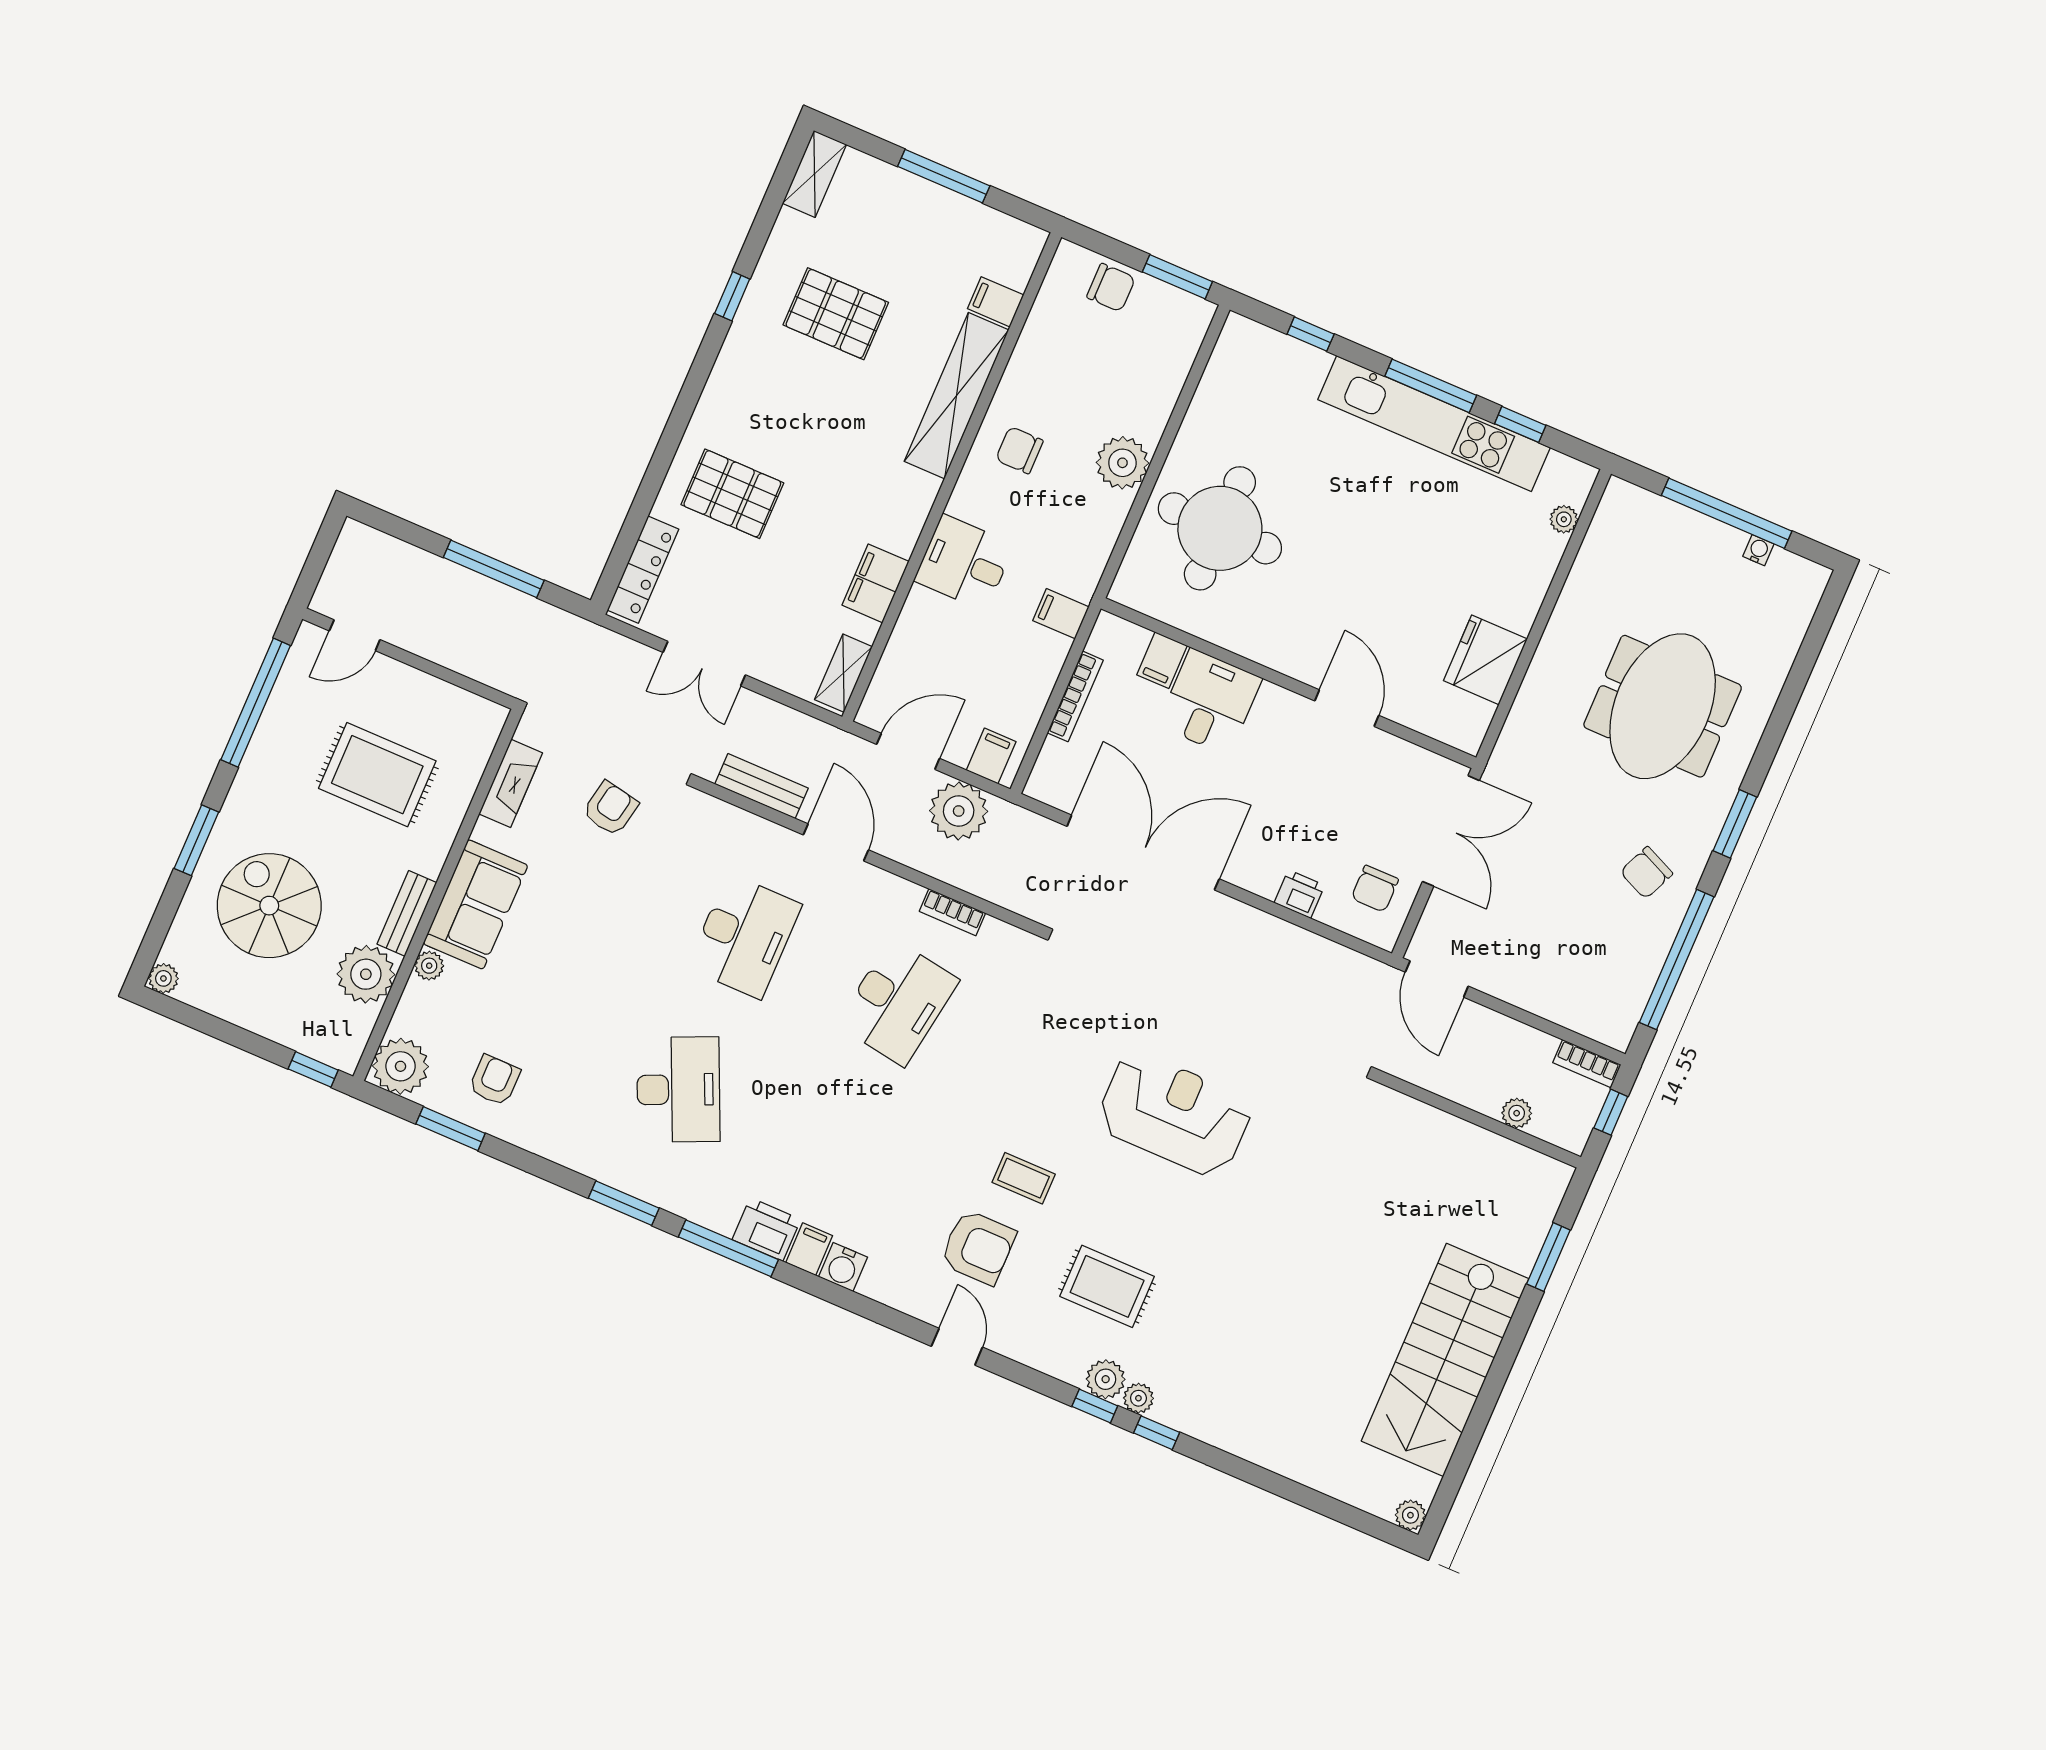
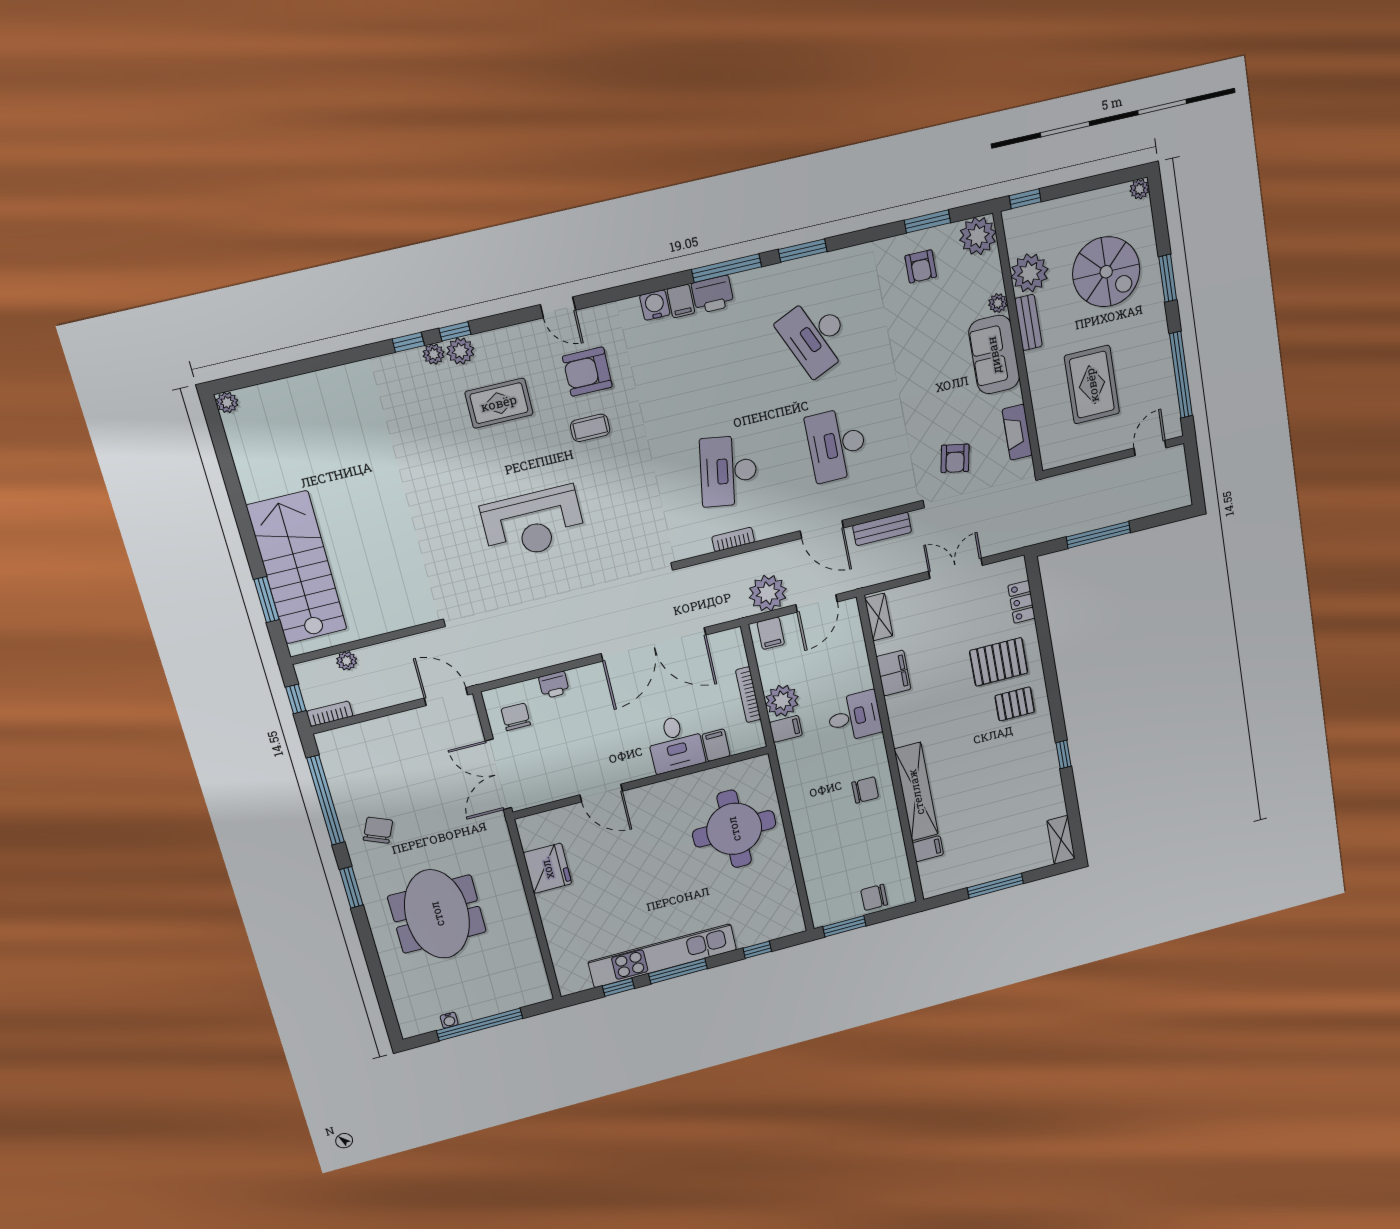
pallet: (836, 314) -> (1015, 704), moved, width x0.67, depth x0.71
plant: (1122, 463) -> (782, 701), moved
plant: (1564, 519) -> (561, 961), removed
locker: (643, 570) -> (1022, 602), width x0.66
rug: (377, 775) -> (1092, 385), turned 90
stairs: (1445, 1360) -> (297, 568), moved

